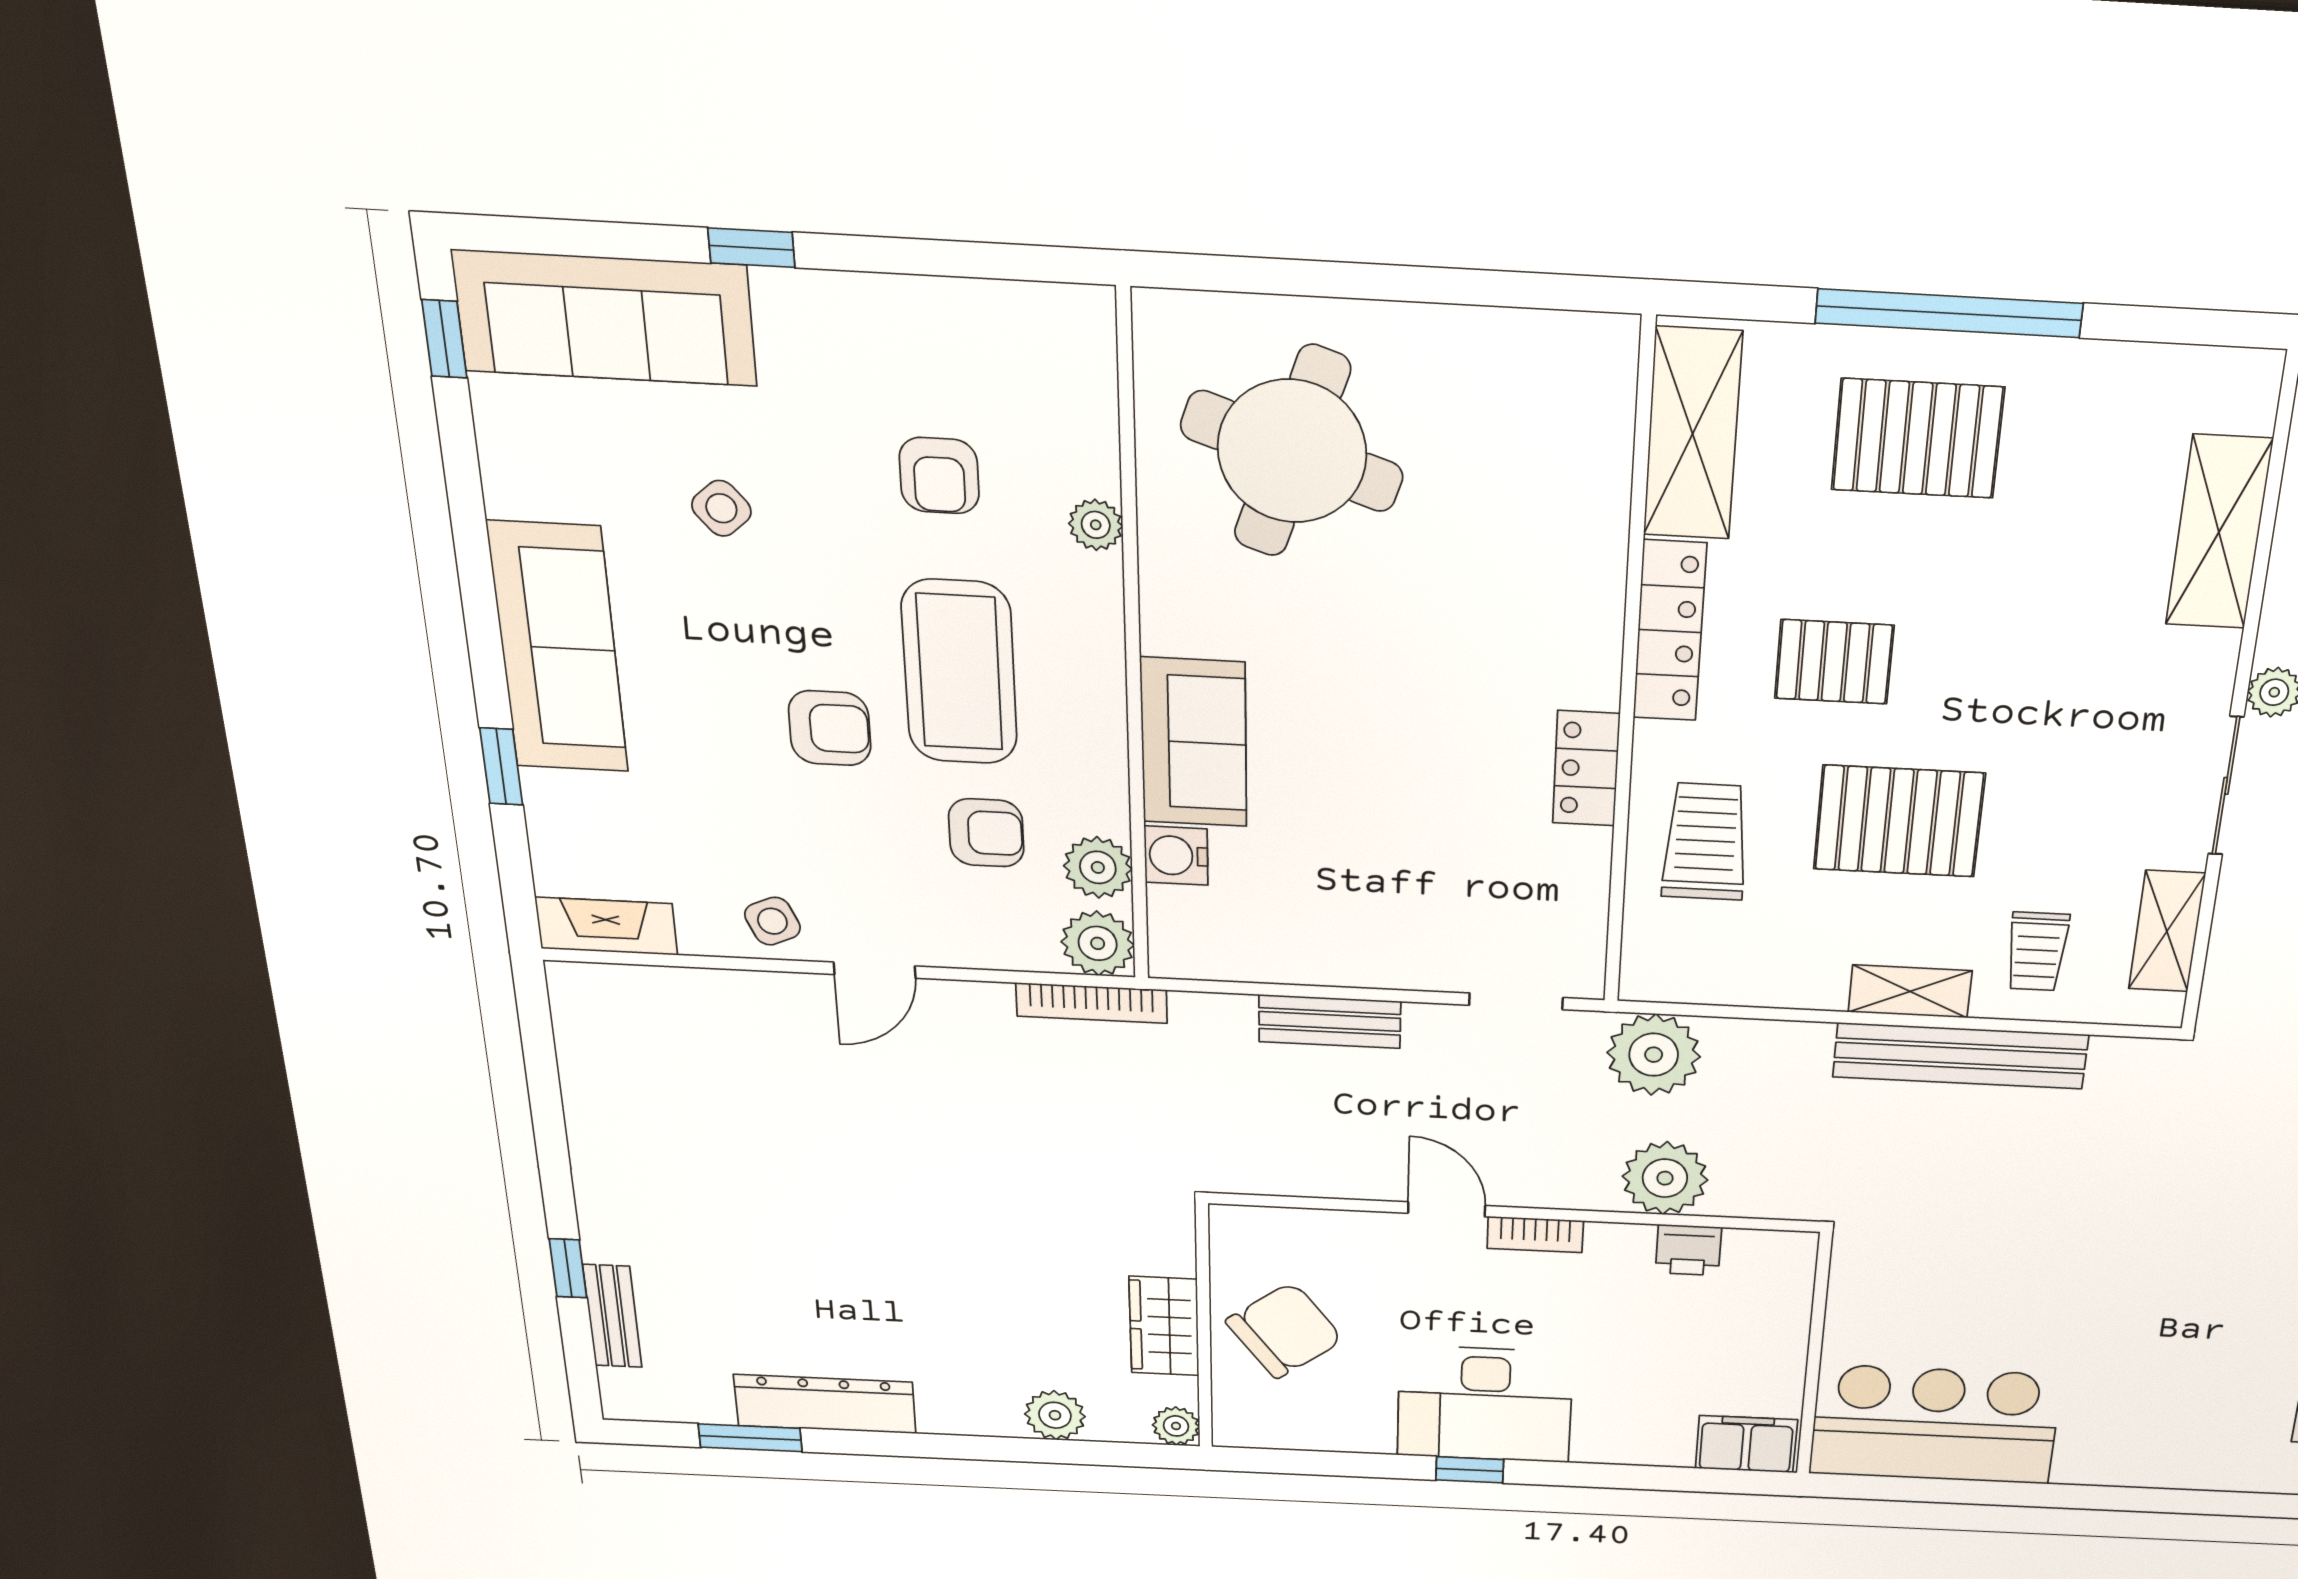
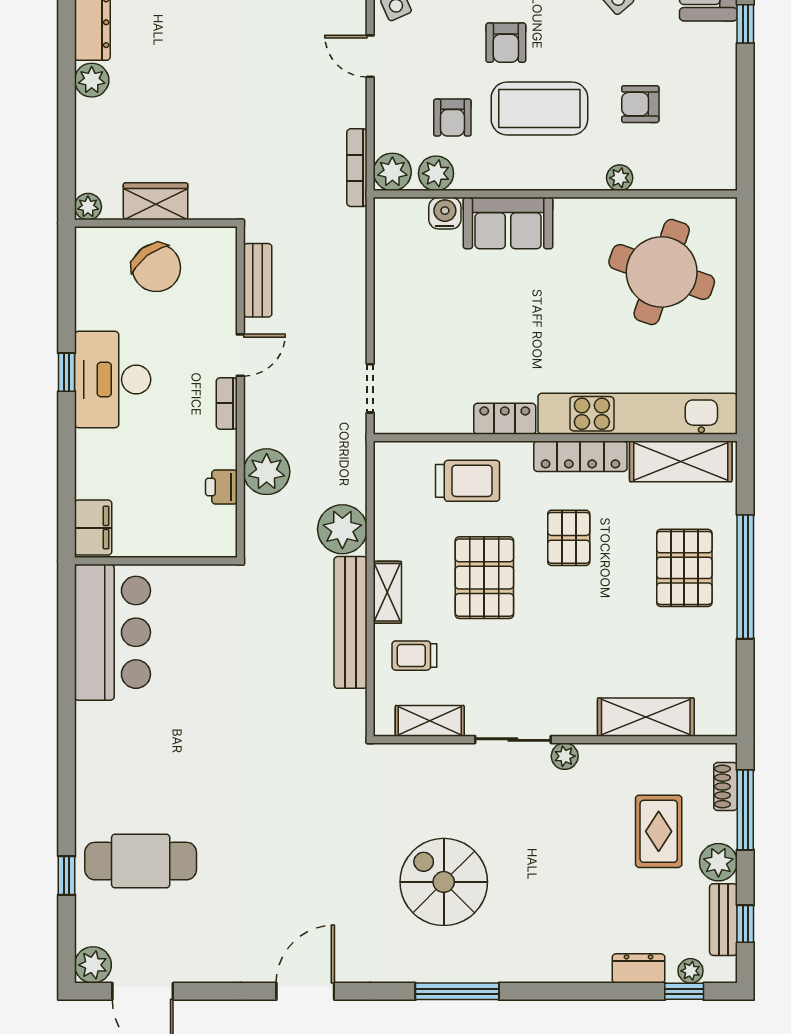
kitchen unit: (1588, 515) -> (638, 414), added
bench: (1330, 1021) -> (258, 280), moved
plant: (1654, 1055) -> (342, 529), moved
plant: (1055, 1415) -> (92, 80), moved

